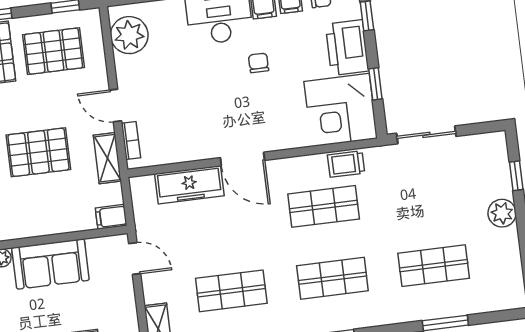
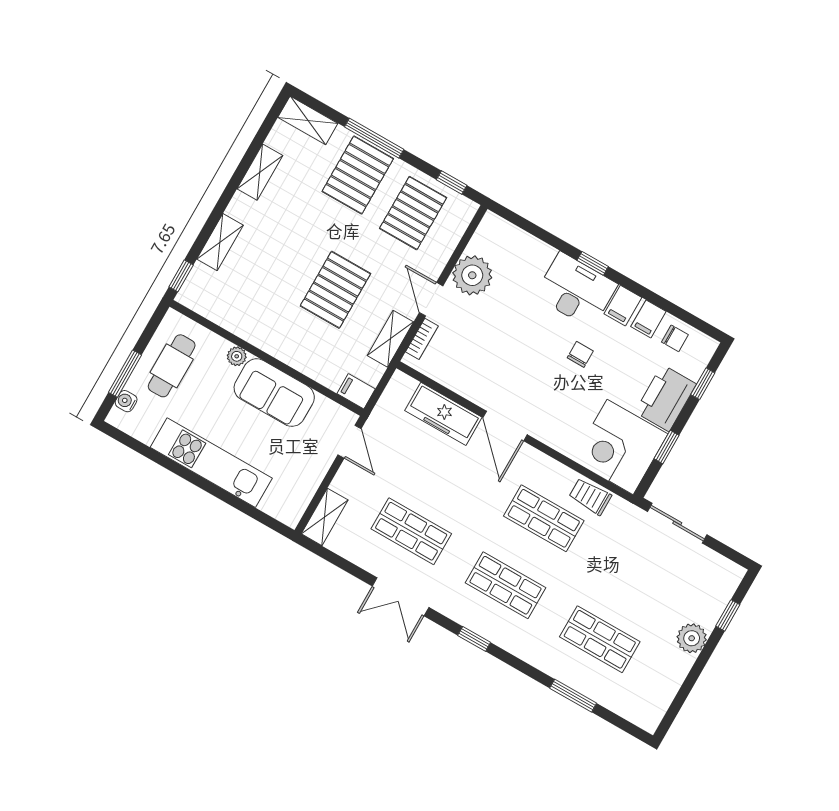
plant: (129, 35) -> (472, 275), moved
pallet: (54, 51) -> (413, 213), turned 90
pallet: (38, 152) -> (335, 290), turned 90

